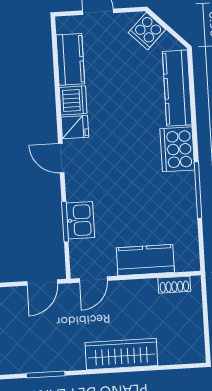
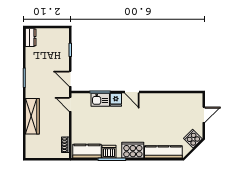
kitchen counter: (70, 59) -> (181, 100), removed
dishwasher: (73, 100) -> (109, 152), moved, turned 180
fridge: (75, 127) -> (116, 100), moved
door: (61, 158) -> (132, 92), swing flipped
kitchen counter: (145, 260) -> (87, 151), moved, turned -90

